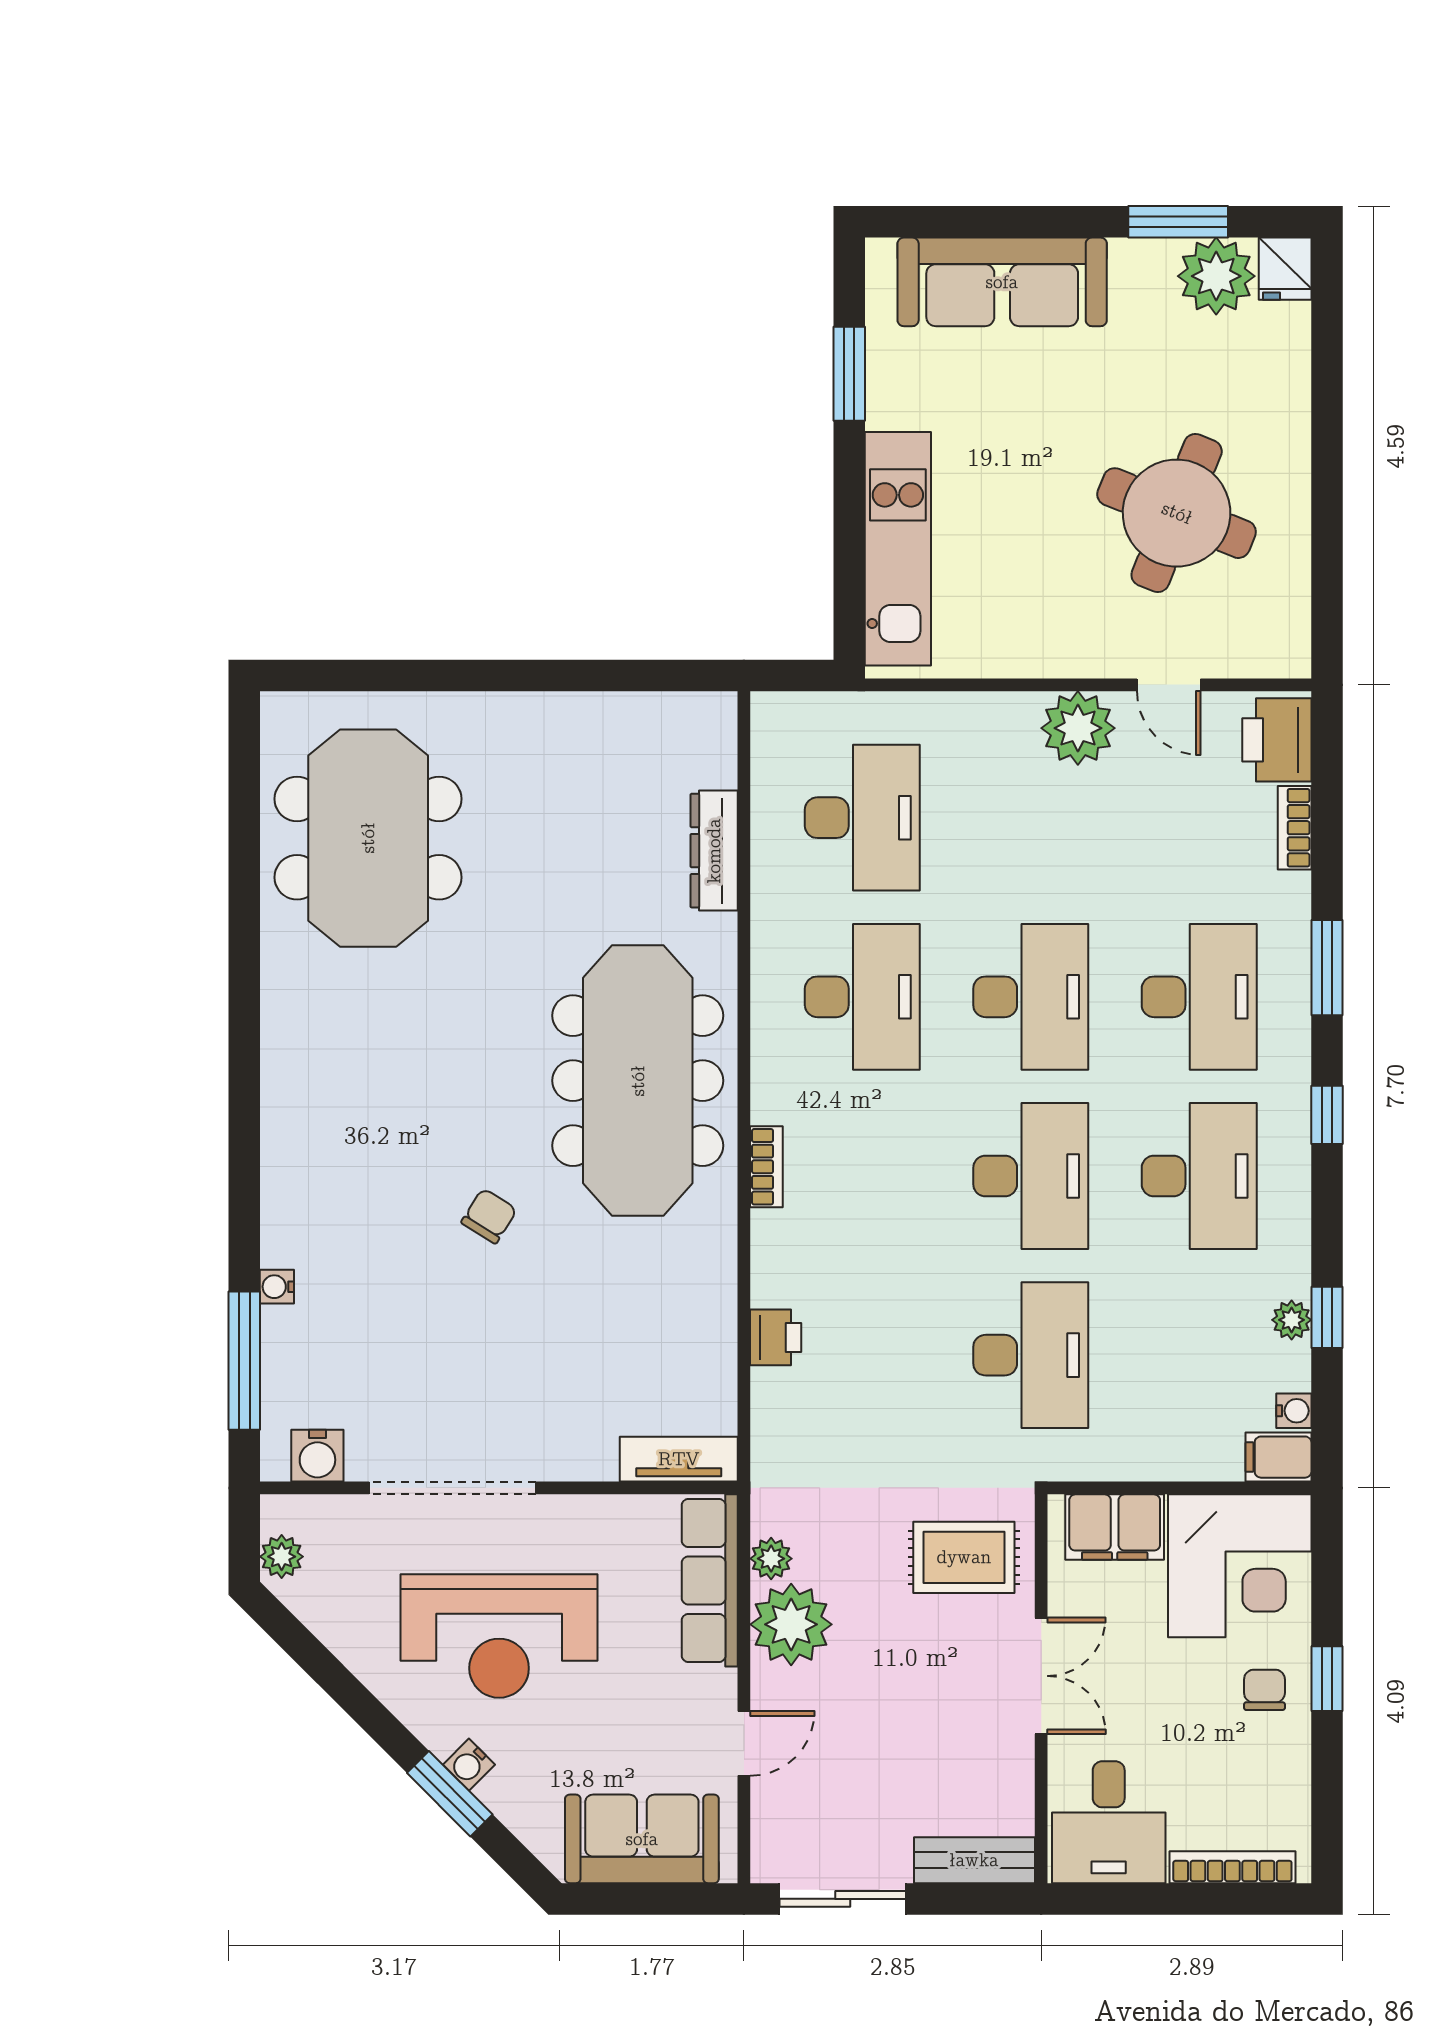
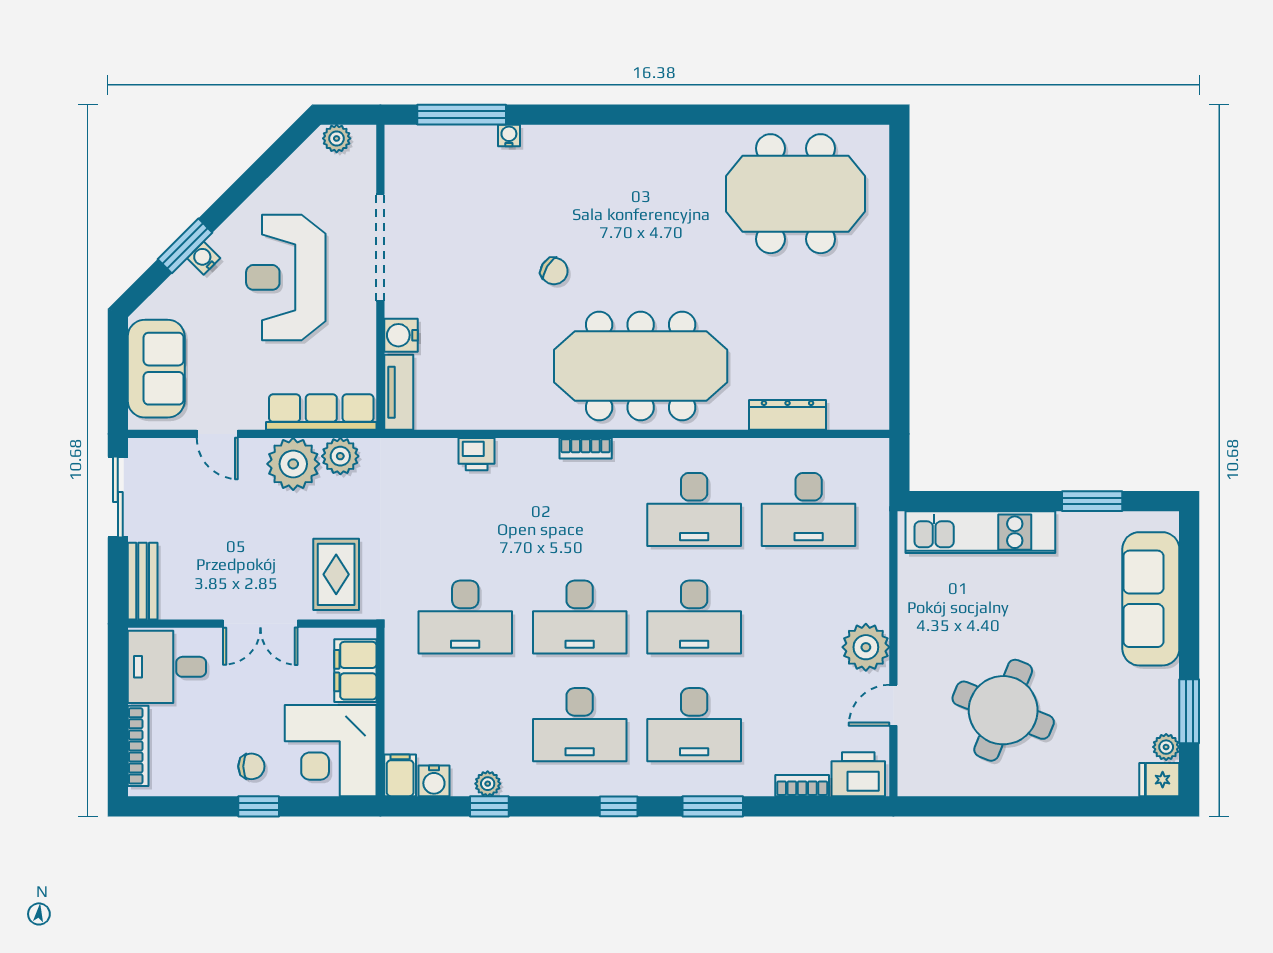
plant: (1216, 276) -> (1166, 747), width x0.53, depth x0.53
water cooler: (1294, 1411) -> (434, 781), width x1.38, depth x1.38
water cooler: (317, 1456) -> (401, 335), moved
plant: (771, 1559) -> (340, 456), width x1.38, depth x1.38

